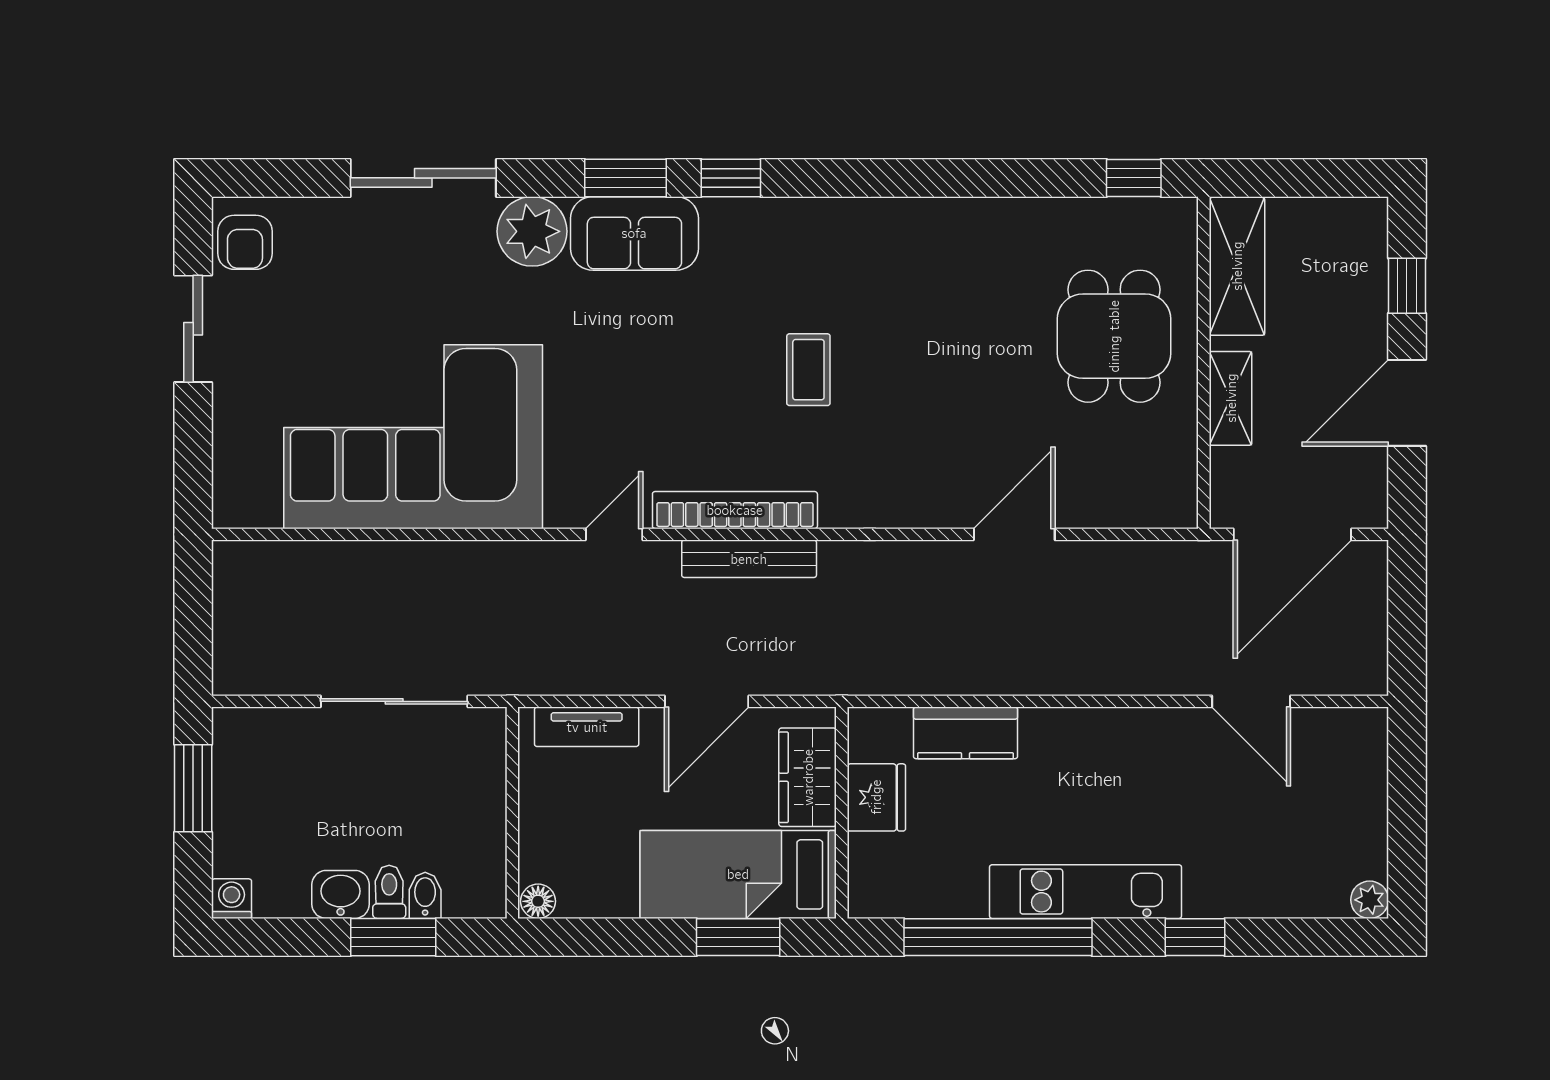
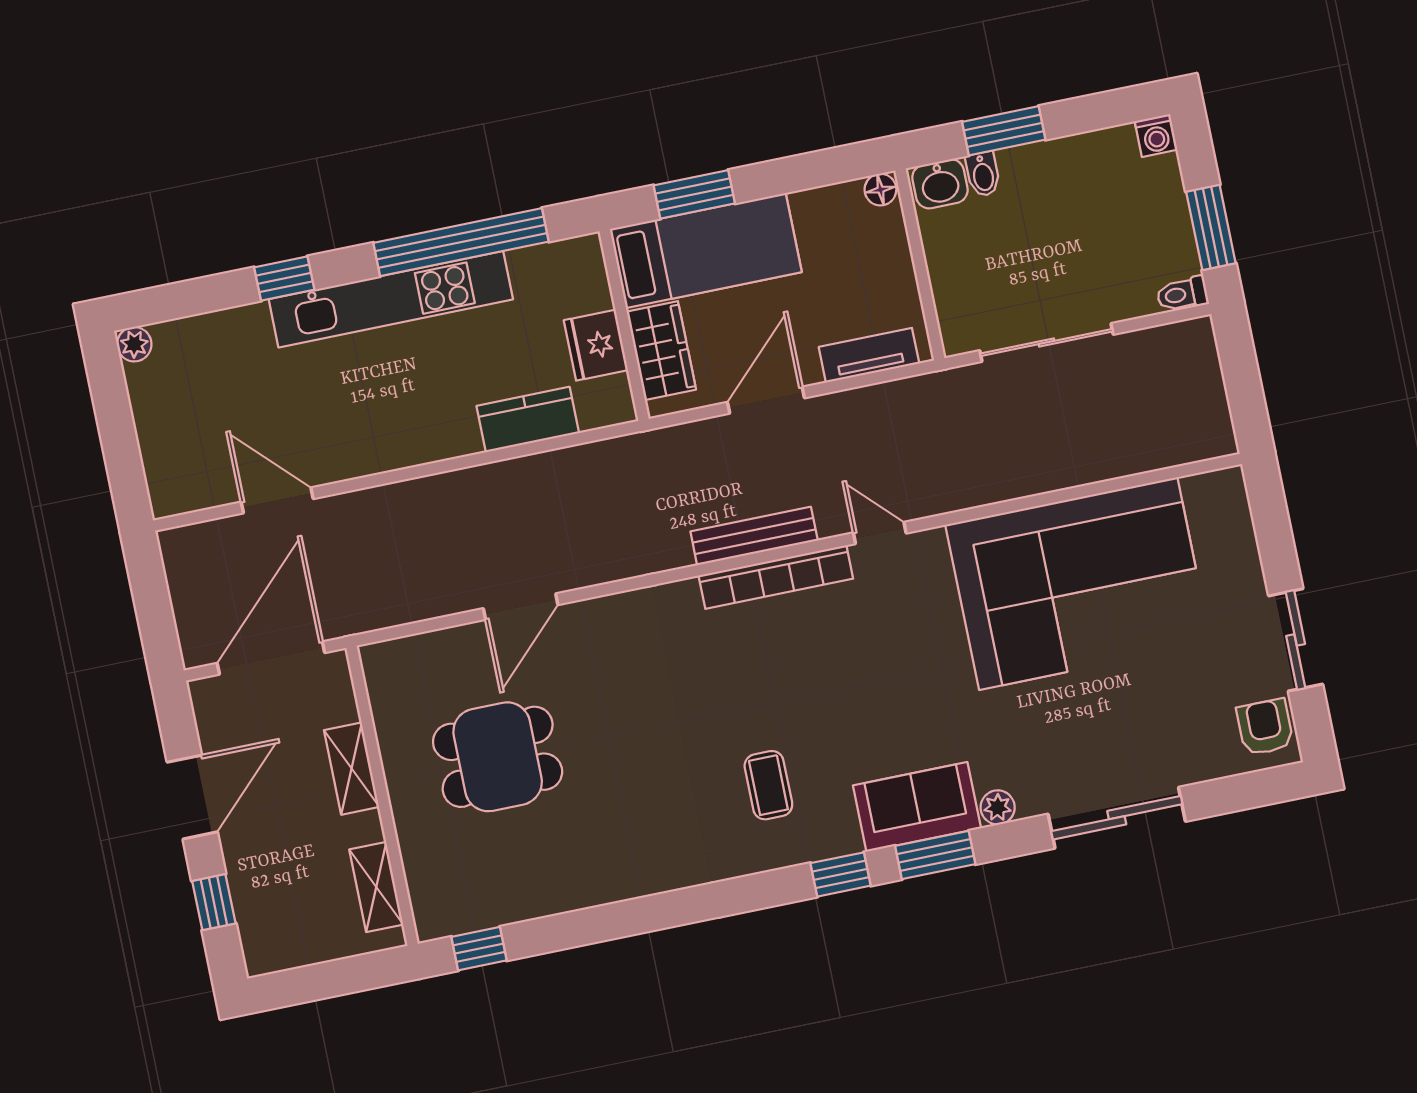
plant: (532, 231) -> (998, 807), width x0.53, depth x0.53
shelving: (1237, 266) -> (376, 887), width x0.67, depth x0.75
dining table: (1114, 336) -> (498, 757), moved, turned 90
coffee table: (808, 370) -> (768, 785), moved
door: (614, 534) -> (880, 533), swing flipped
toilet: (389, 892) -> (1182, 294), moved, turned 90
kitchen unit: (1086, 892) -> (391, 299), width x1.36
washbasin: (341, 894) -> (940, 184), moved

